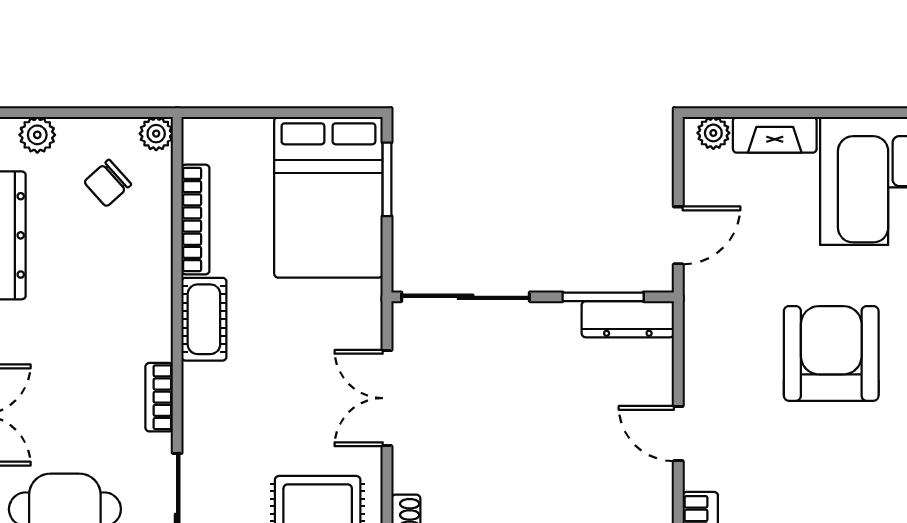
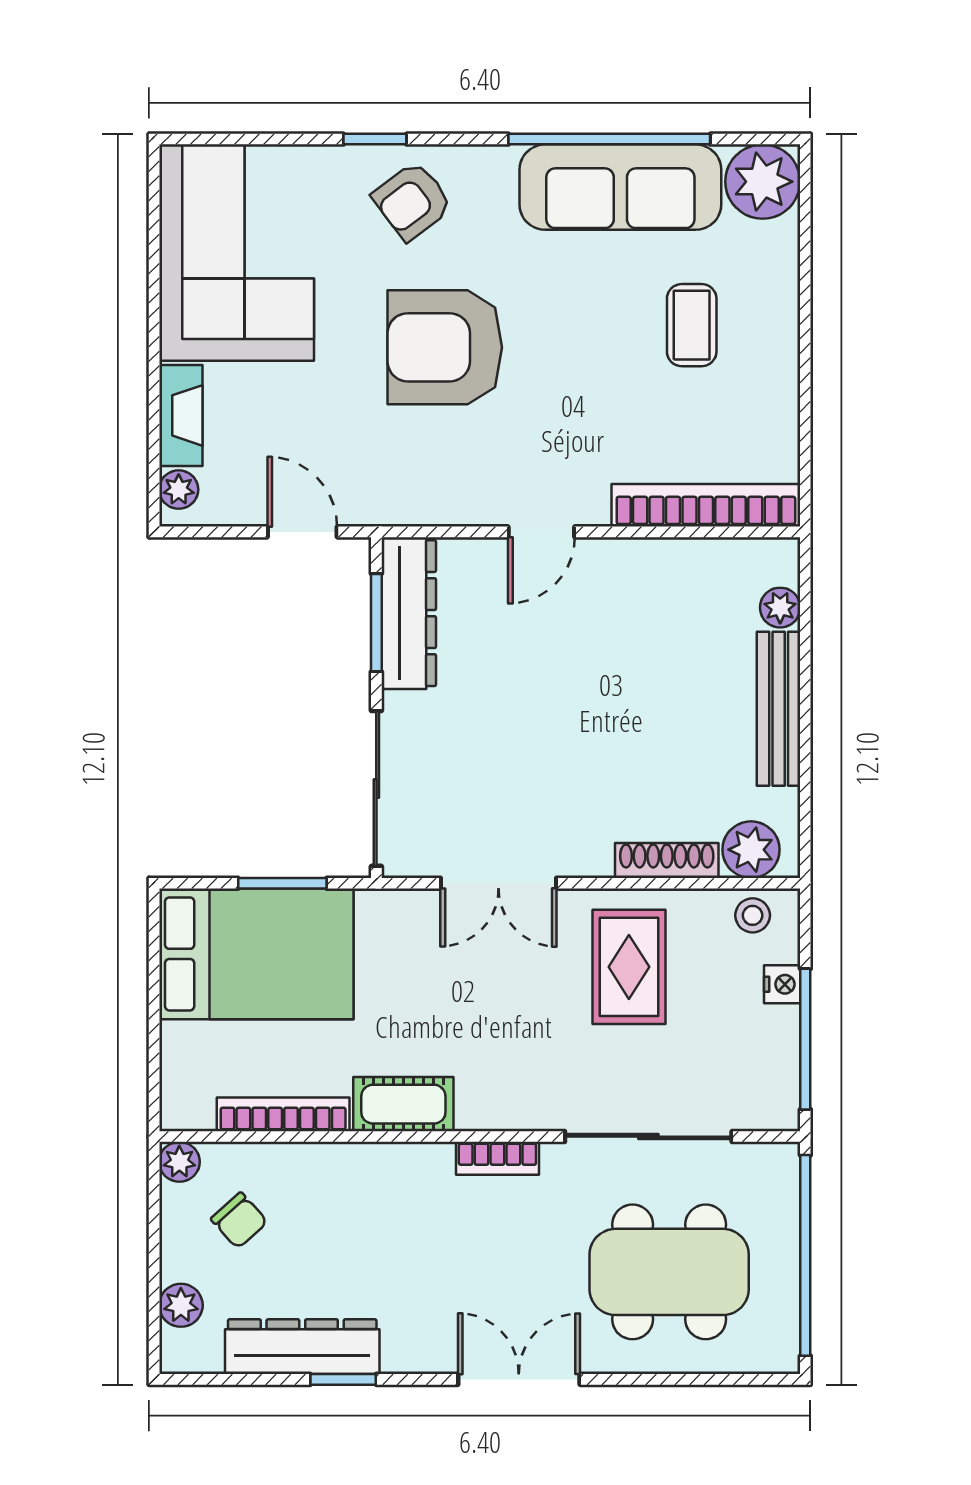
window: (387, 179) -> (282, 883), moved
dresser: (628, 319) -> (409, 613), width x1.37, depth x1.24

